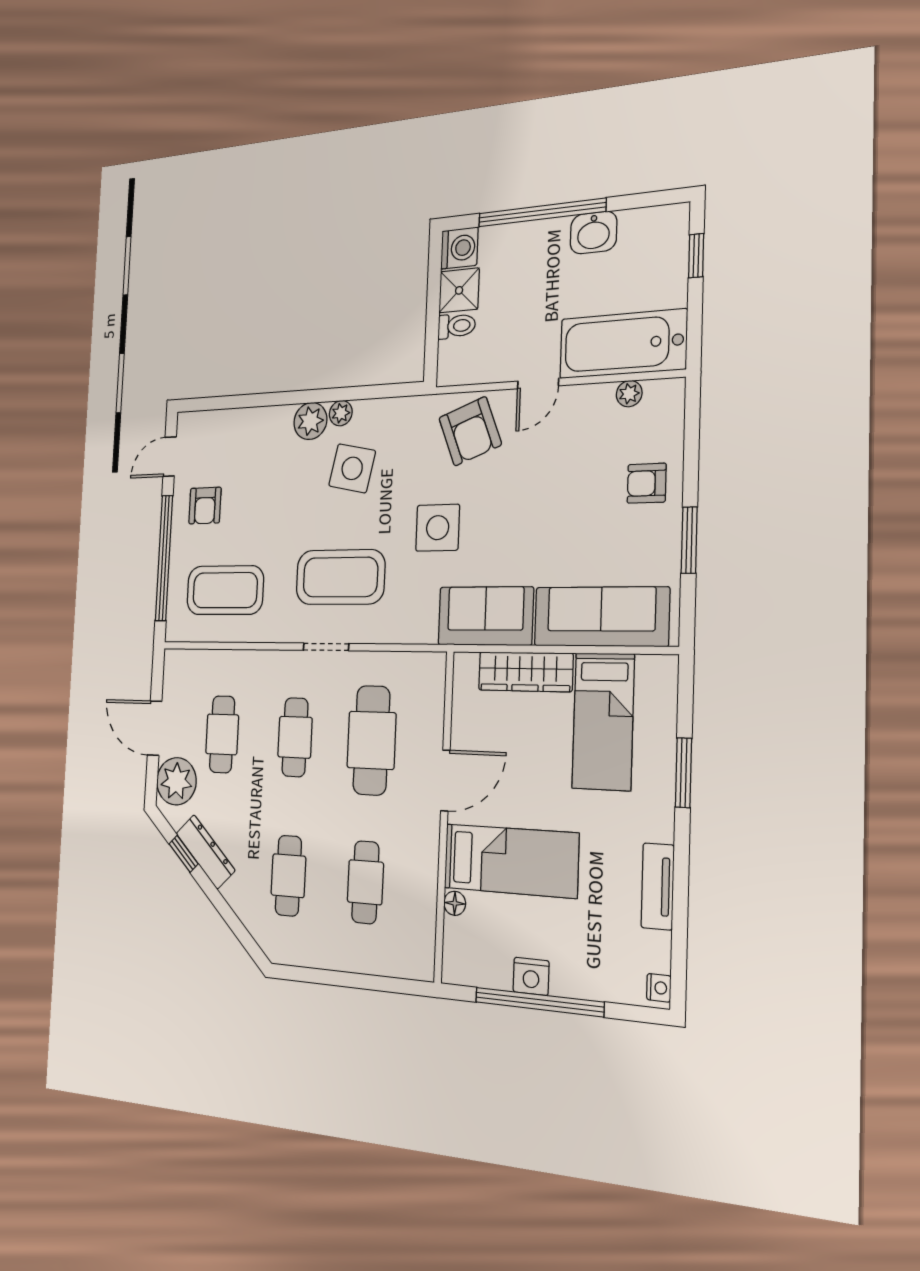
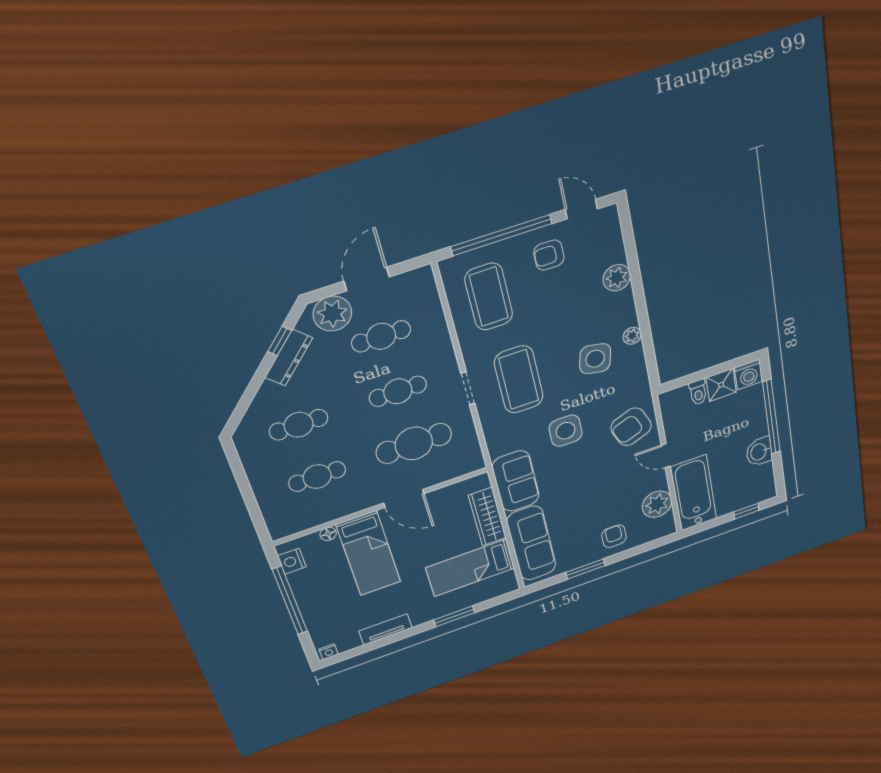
plant: (629, 394) -> (657, 504), width x1.88, depth x1.88
plant: (310, 421) -> (617, 278), moved
nightstand: (531, 976) -> (292, 561), moved

